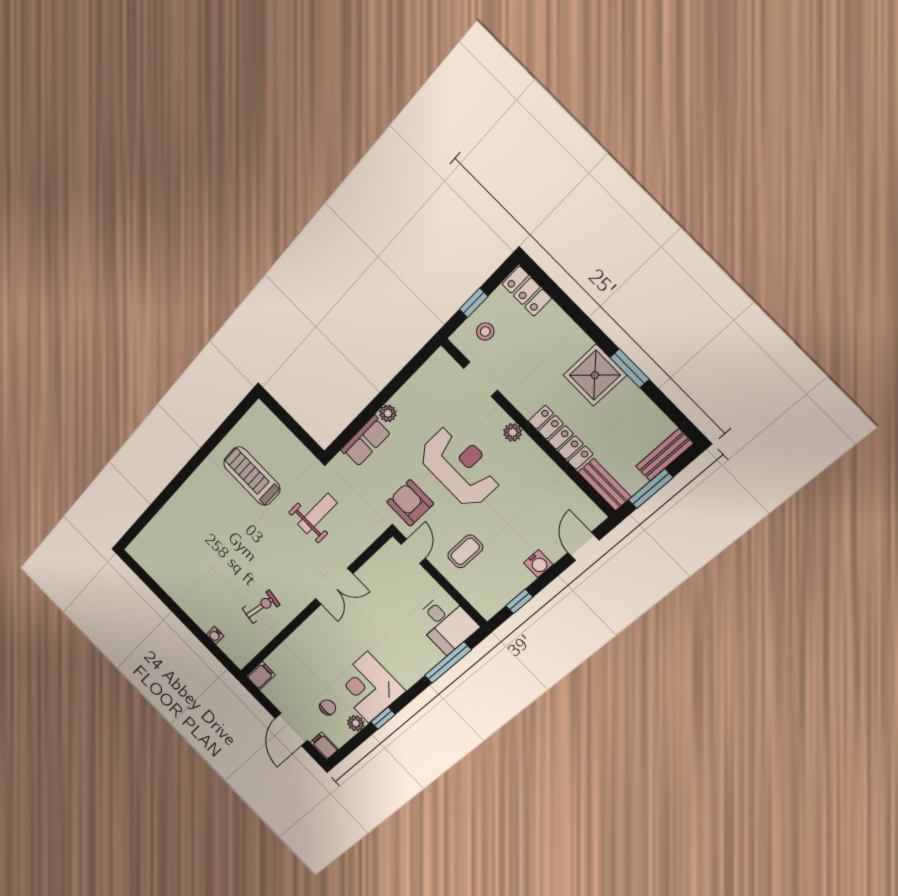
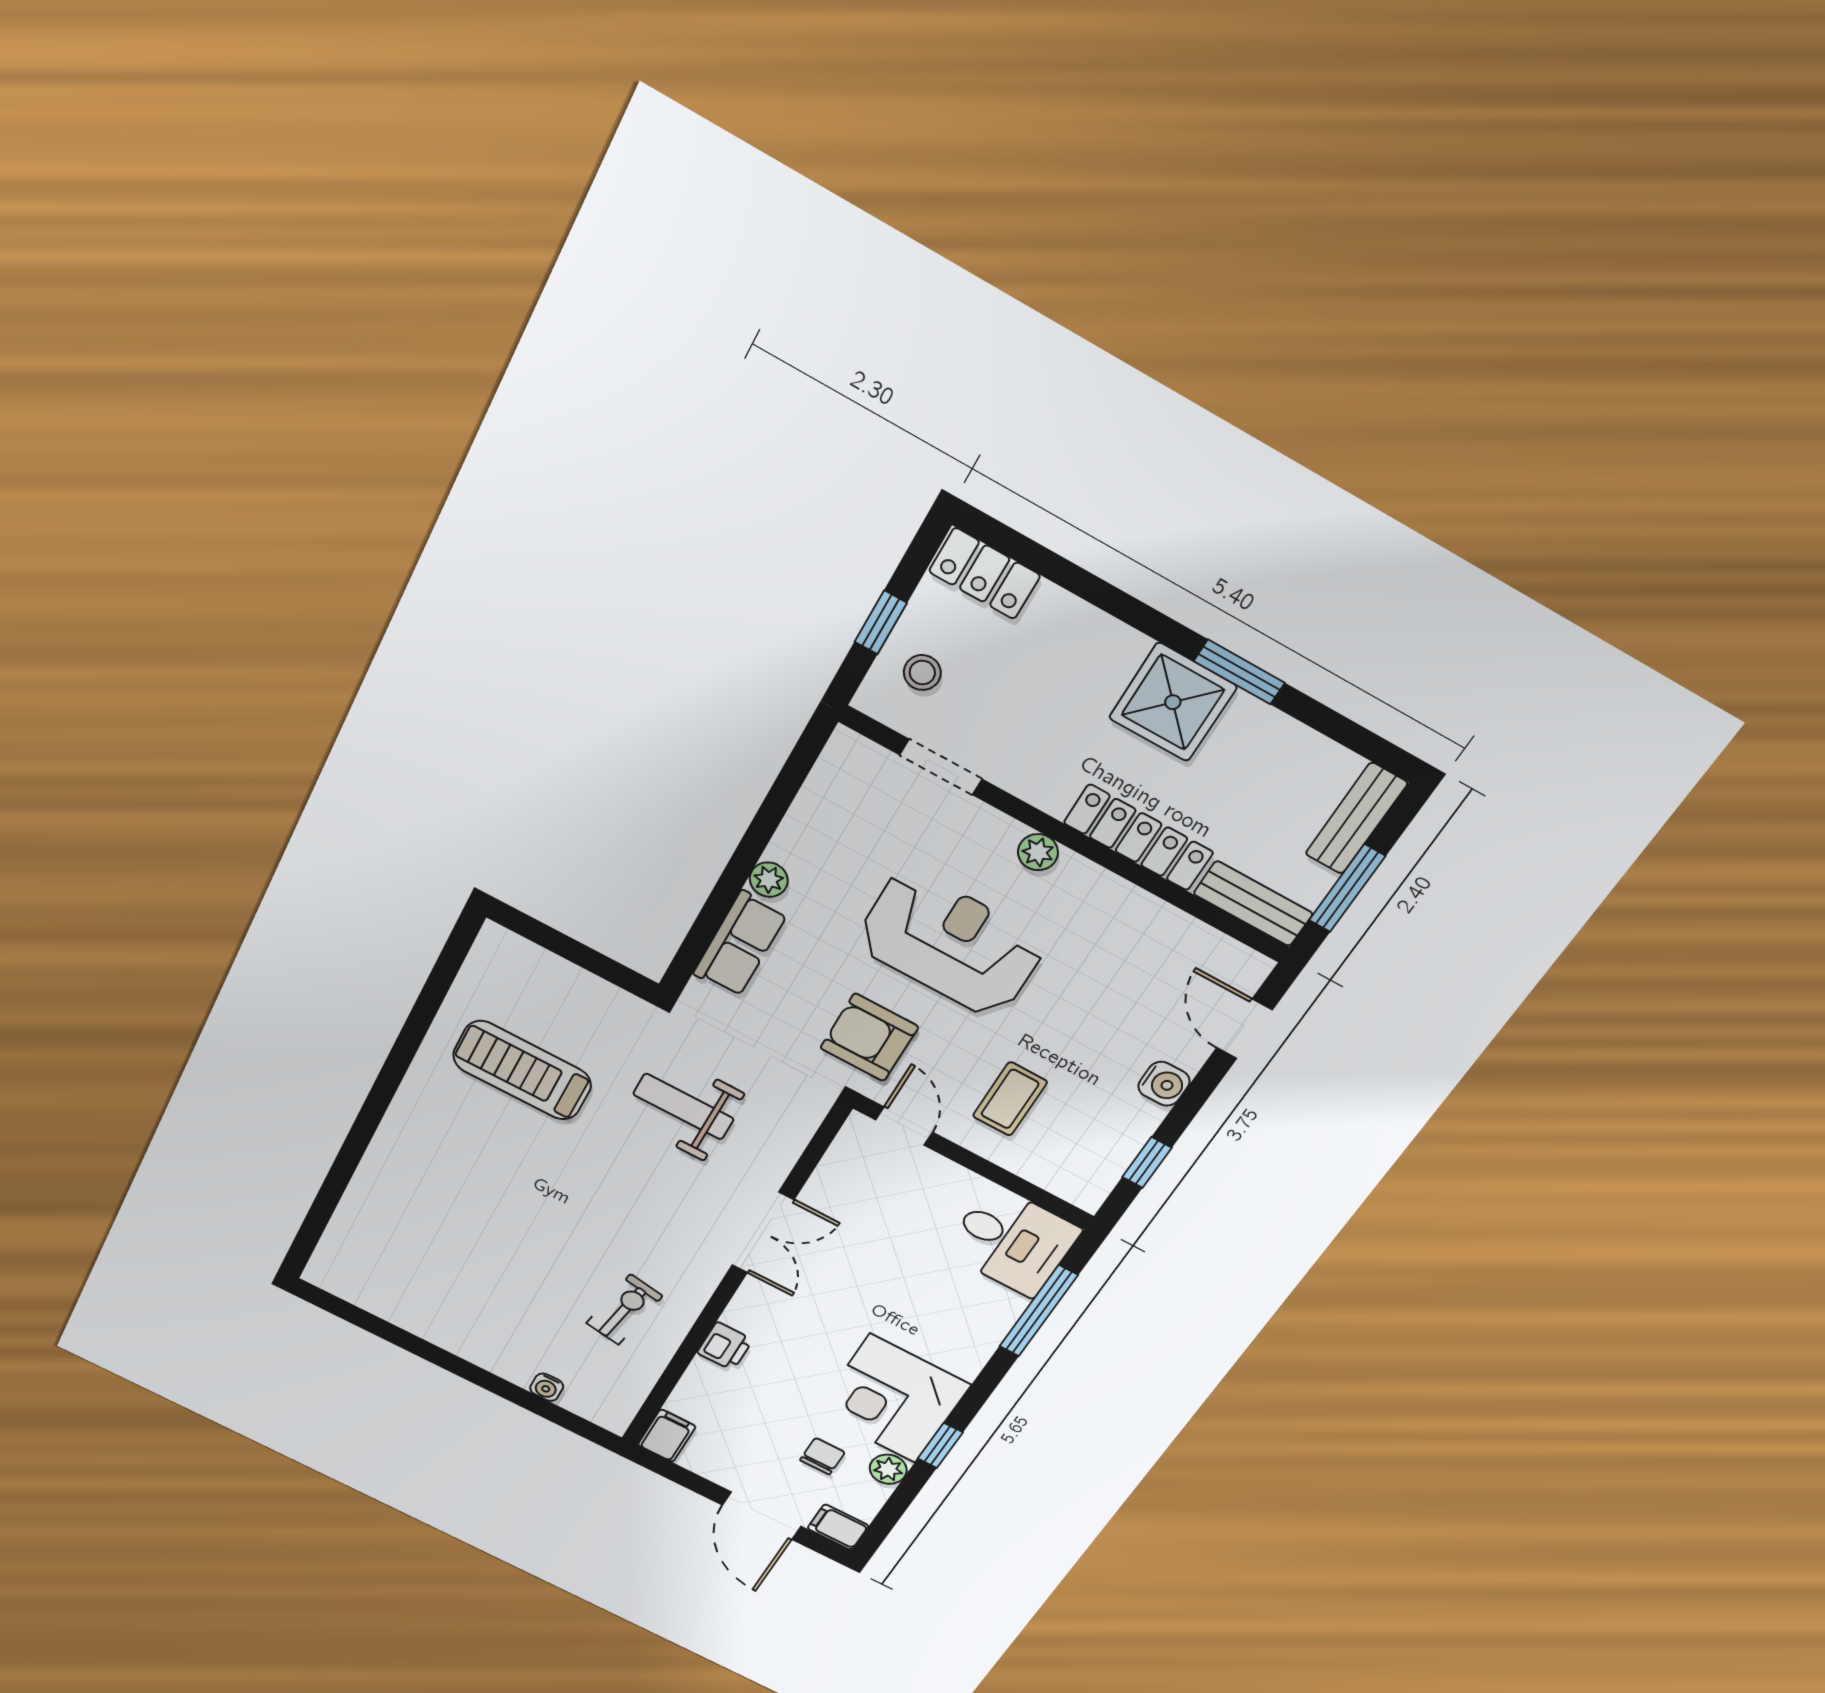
weight bench: (317, 514) -> (683, 1107), turned -90
printer: (300, 638) -> (725, 1346), added

